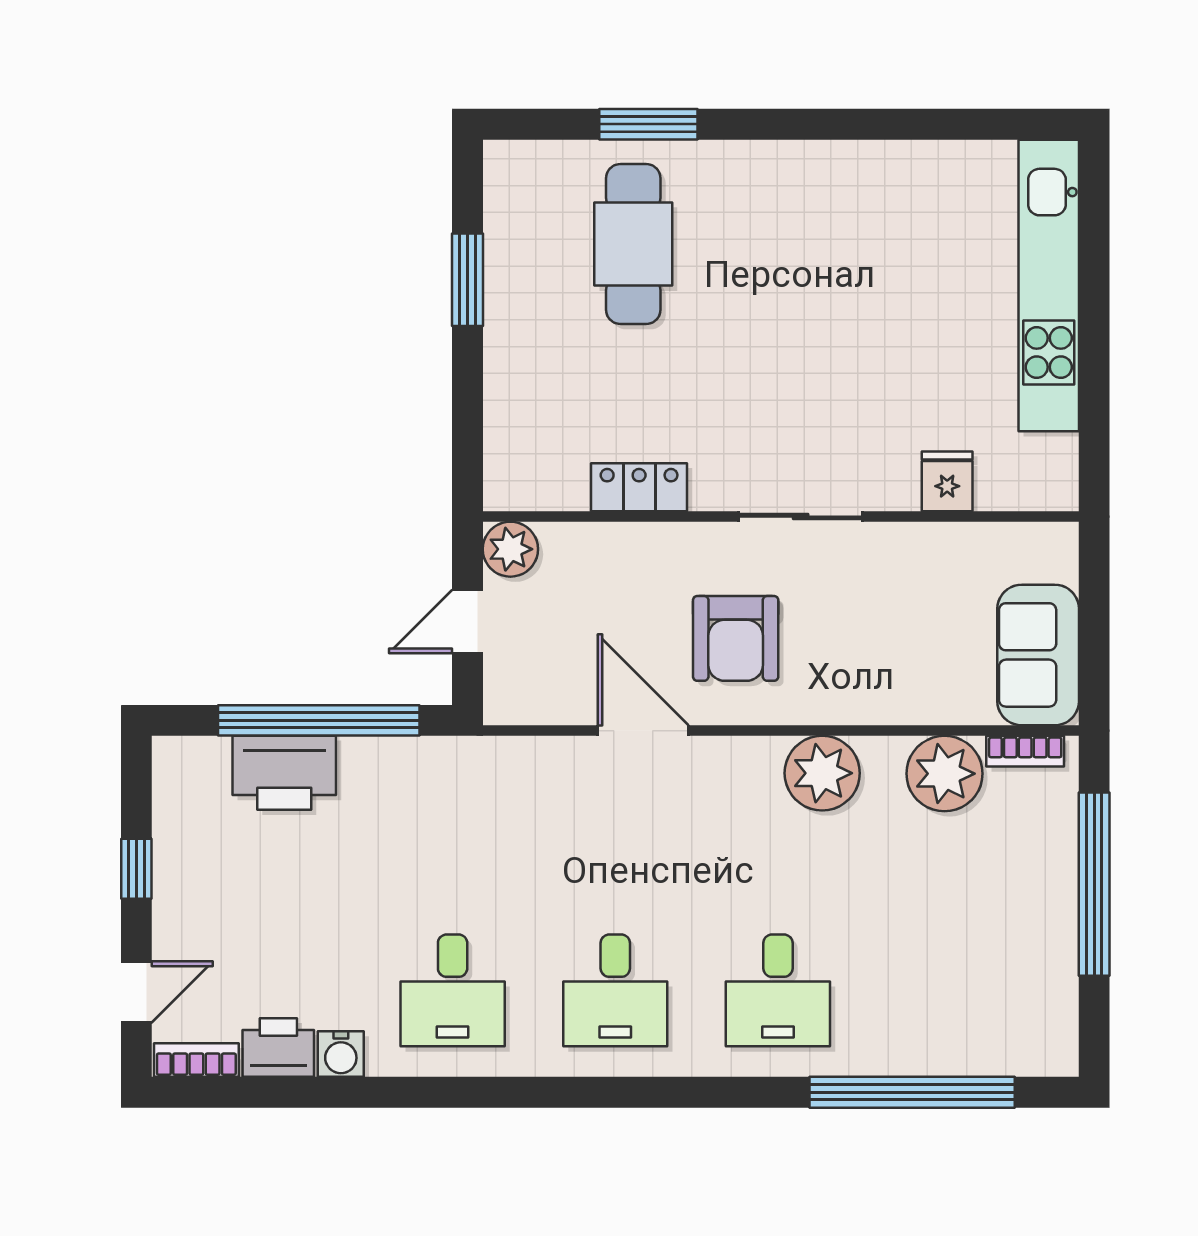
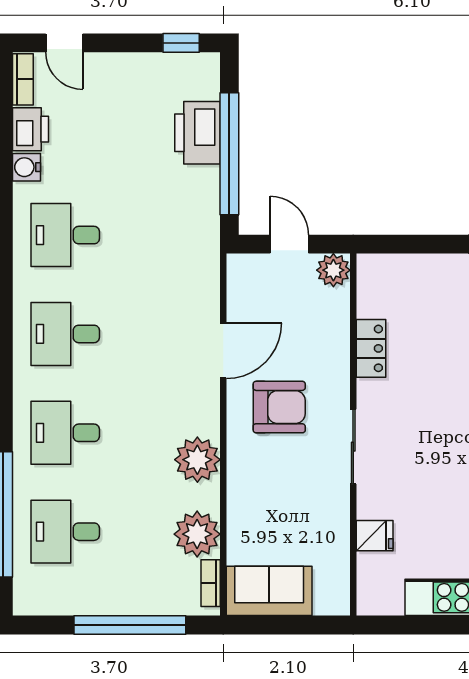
armchair: (736, 638) -> (279, 407), turned 180
window: (136, 869) -> (181, 43), moved
desk: (941, 990) -> (65, 532), added

